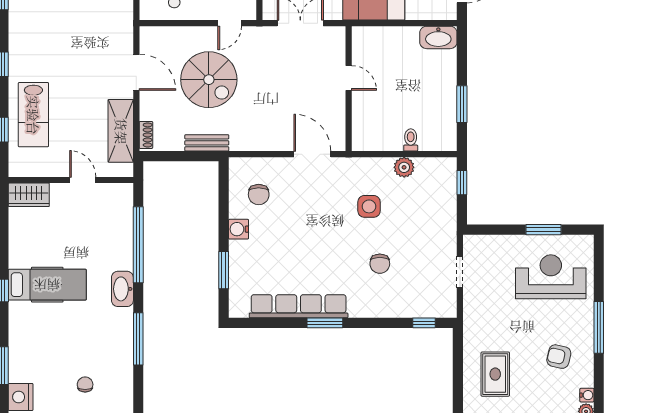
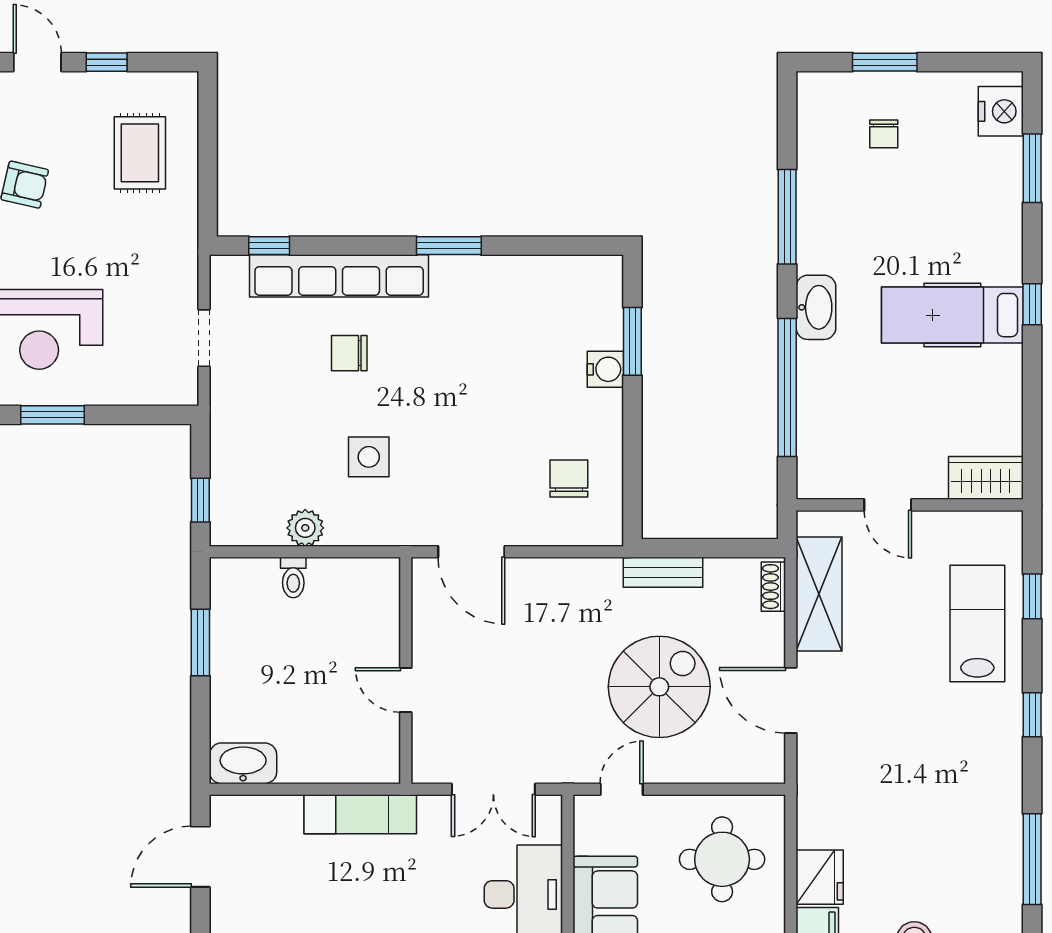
spiral stairs: (209, 80) -> (659, 687), turned 90
water cooler: (239, 229) -> (605, 369), moved
chair: (380, 264) -> (349, 353), turned -90
row of seats: (299, 306) -> (339, 276), moved

